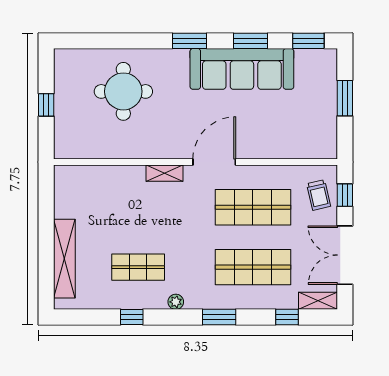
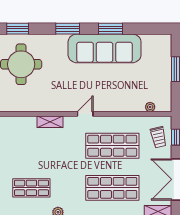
window: (308, 41) -> (18, 29), moved
plant: (307, 152) -> (150, 107), added
door: (214, 162) -> (85, 114), width x0.53

